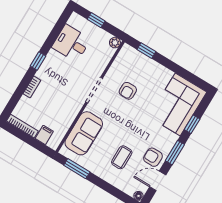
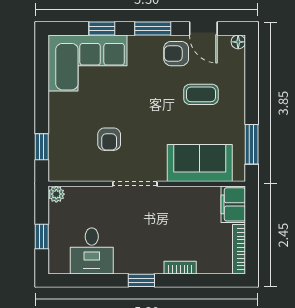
armchair: (128, 91) -> (109, 139), turned 90
filing cabinet: (44, 135) -> (233, 204), width x2.00
armchair: (153, 157) -> (176, 54), turned 90

